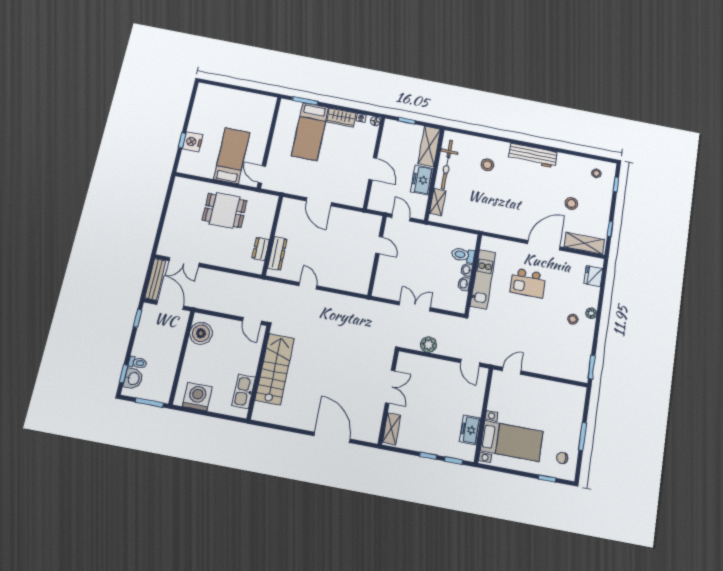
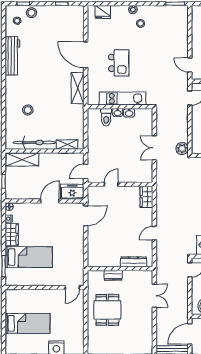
bed: (232, 156) -> (28, 323), moved, turned 180
workbench: (533, 156) -> (13, 56), moved
freezer: (422, 180) -> (72, 192), moved, turned 180
door: (319, 202) -> (86, 216), moved
stool: (571, 204) -> (31, 13), moved
shelving: (584, 243) -> (78, 88), moved
dresser: (261, 249) -> (113, 275), moved
double door: (184, 262) -> (154, 296), moved
wardrobe: (355, 285) -> (146, 197), added
plant: (429, 345) -> (182, 149), moved

